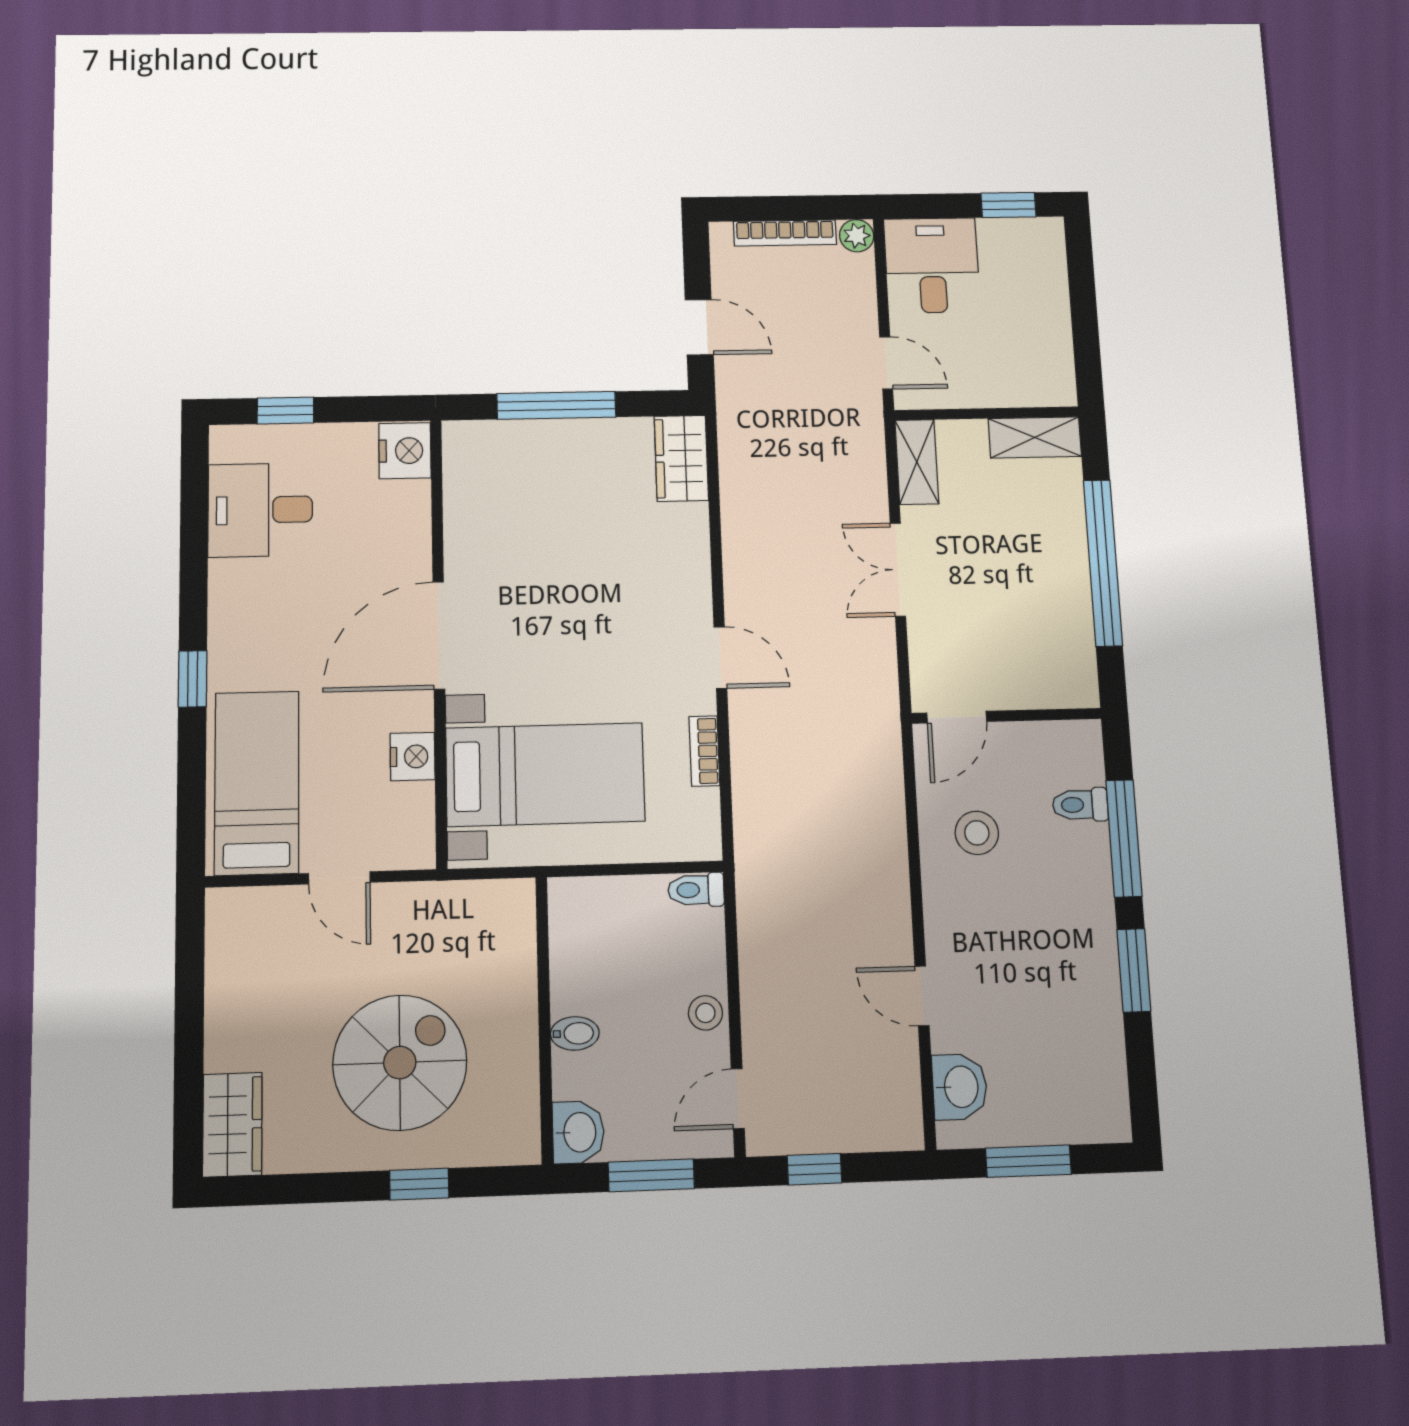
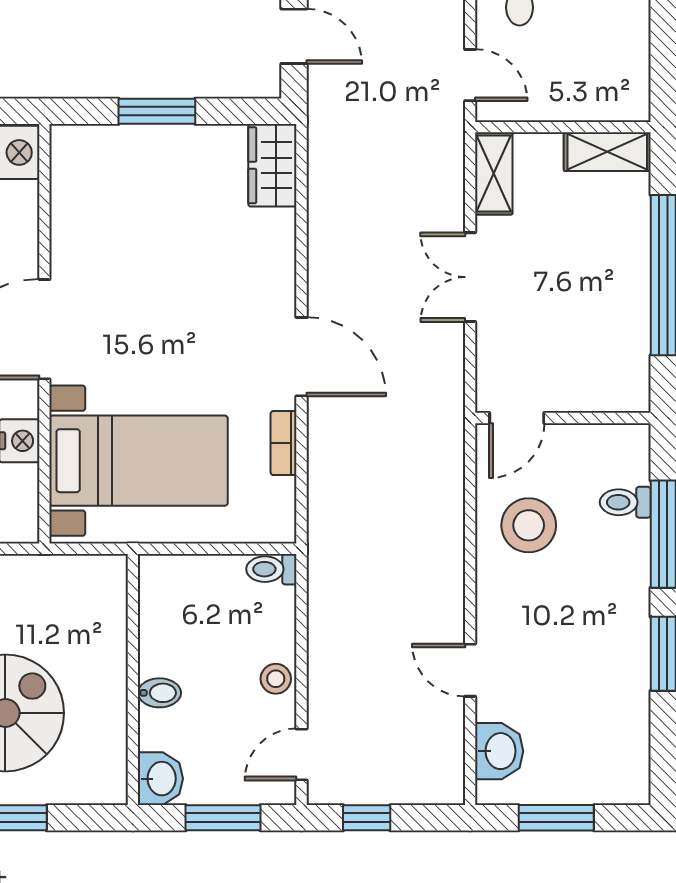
window: (556, 405) -> (157, 111), width x0.69
door: (720, 658) -> (302, 357), width x1.38
stool: (977, 833) -> (529, 525), width x1.38, depth x1.38

